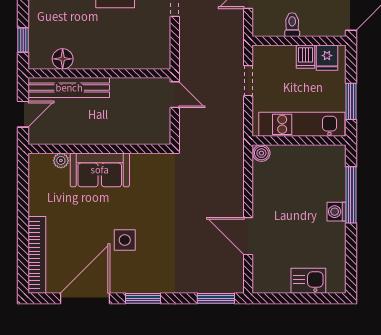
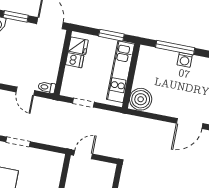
toilet: (292, 25) -> (47, 87), moved
boiler: (261, 153) -> (141, 99), width x1.86, depth x1.86

